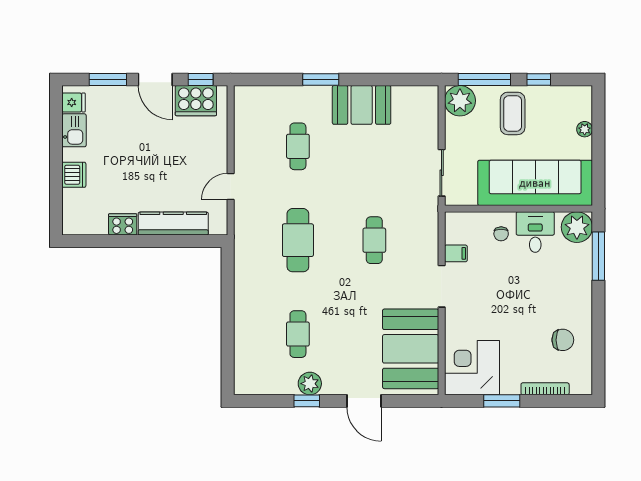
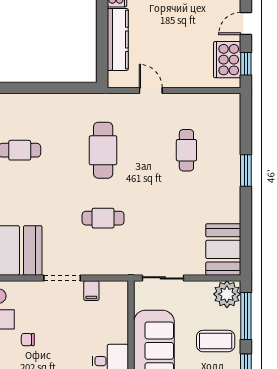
door: (155, 79) -> (246, 23), width x0.73
booth: (362, 105) -> (223, 249), moved
cafe table: (298, 146) -> (186, 150), turned 90
chair: (501, 234) -> (28, 340), moved
cafe table: (298, 240) -> (103, 150), turned 90

